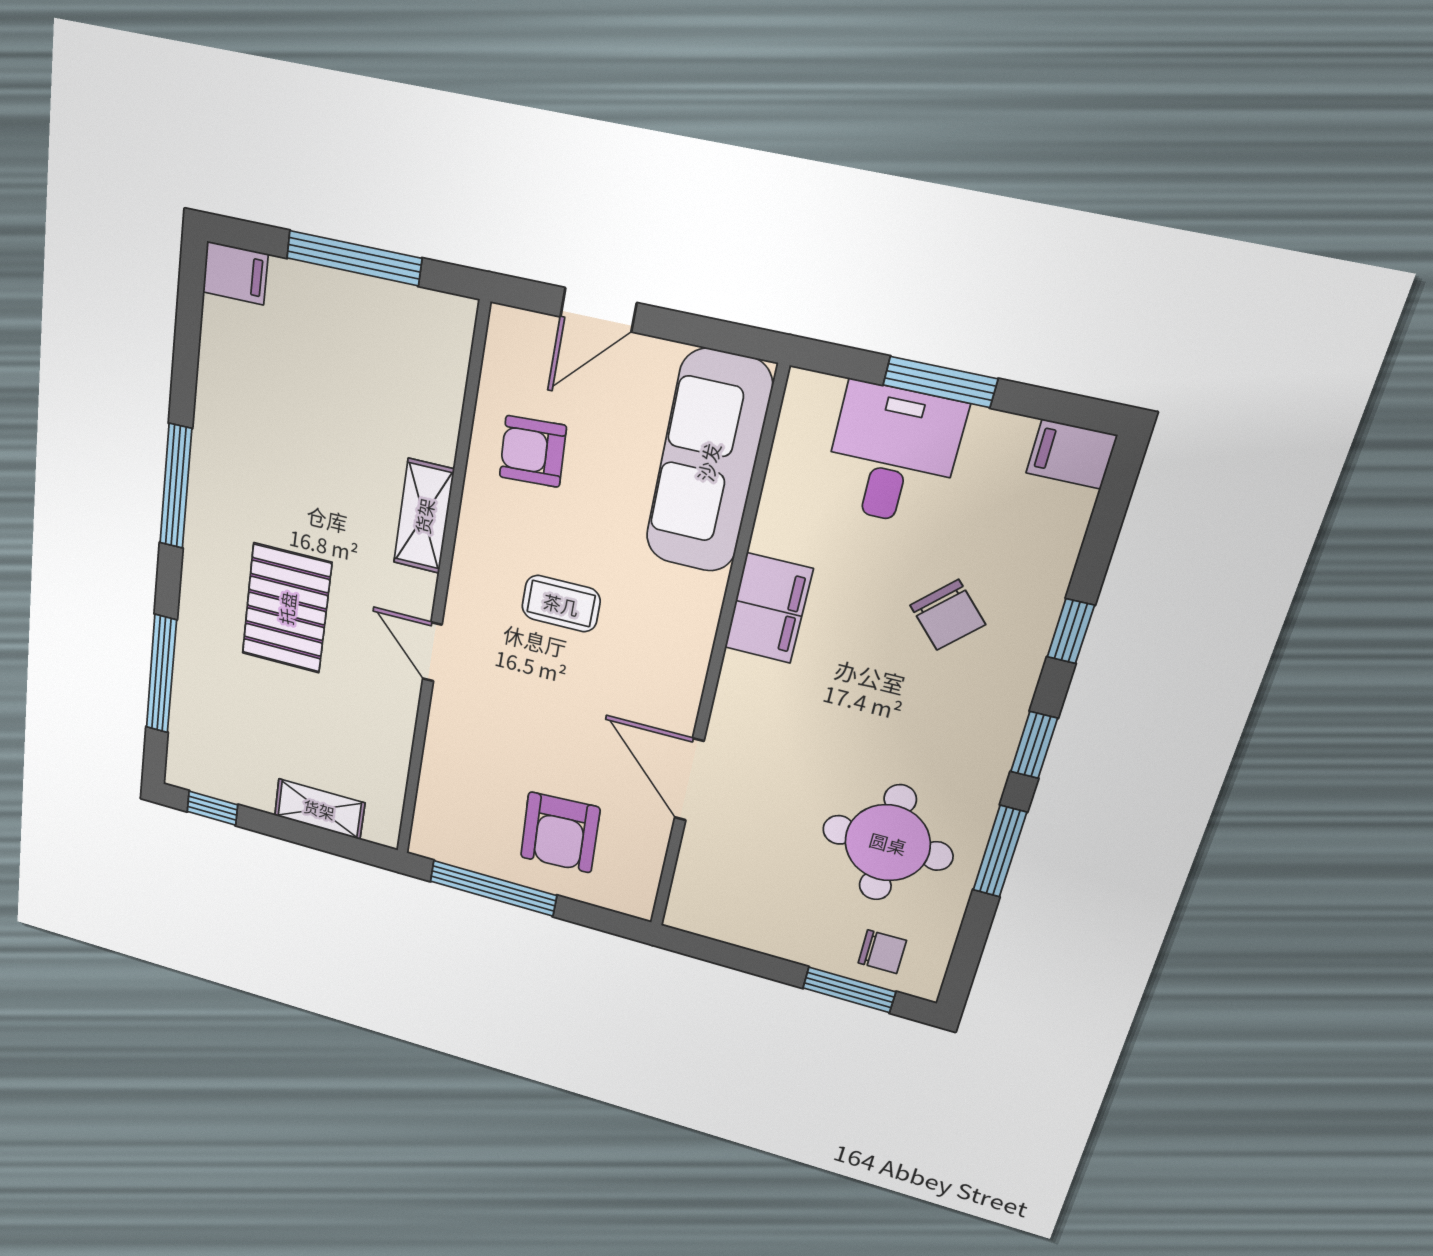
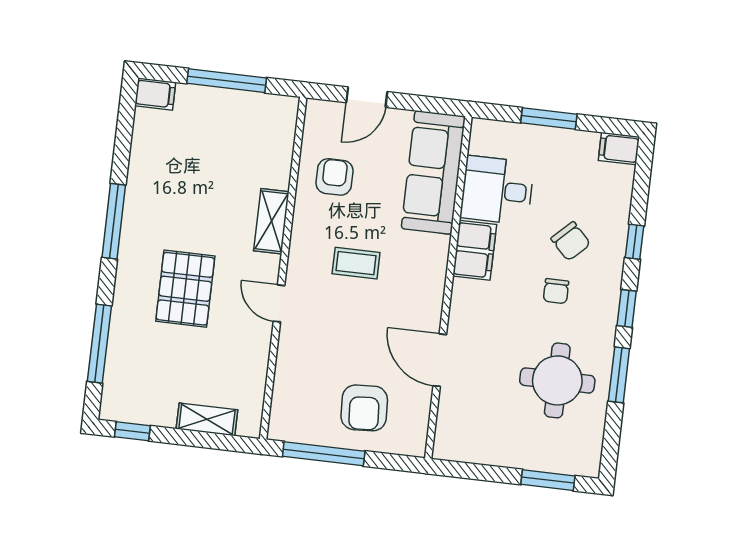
armchair: (533, 451) -> (334, 177), turned 93
desk: (893, 455) -> (497, 190), moved, turned -90
chair: (882, 952) -> (556, 291), moved, turned 90

